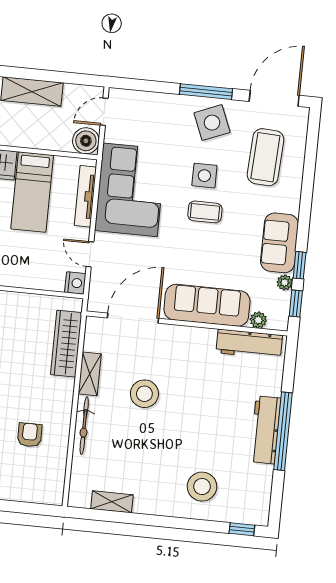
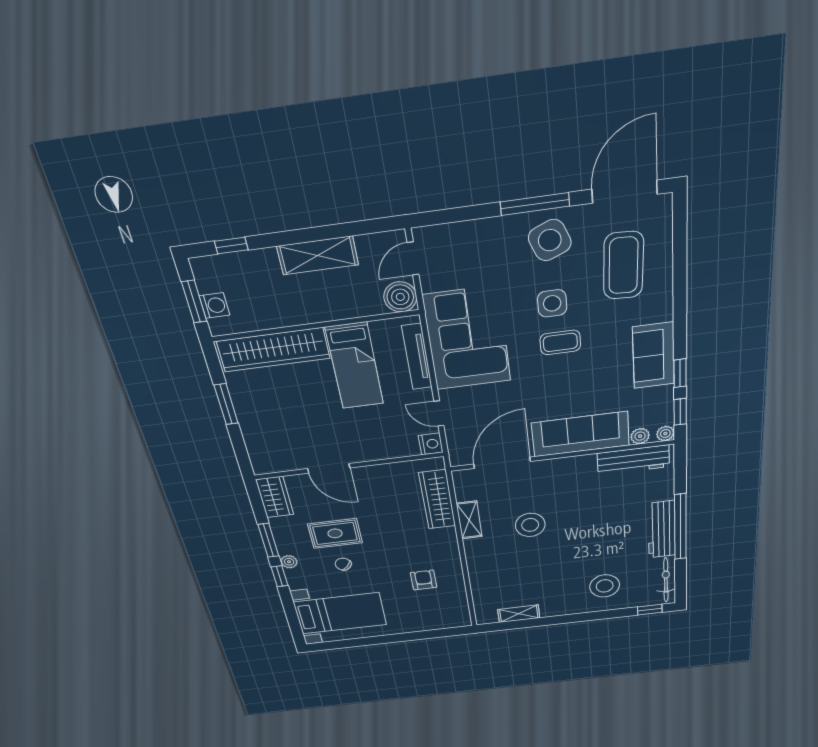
plant: (285, 283) -> (665, 433), moved
bicycle: (84, 426) -> (666, 580), moved, turned 180

